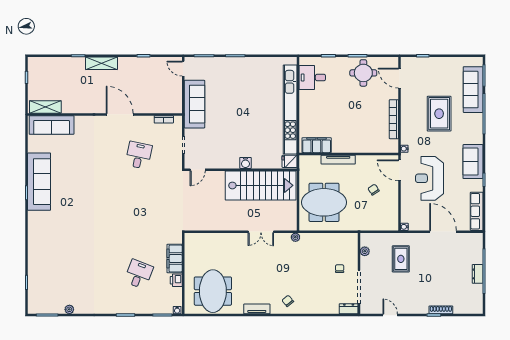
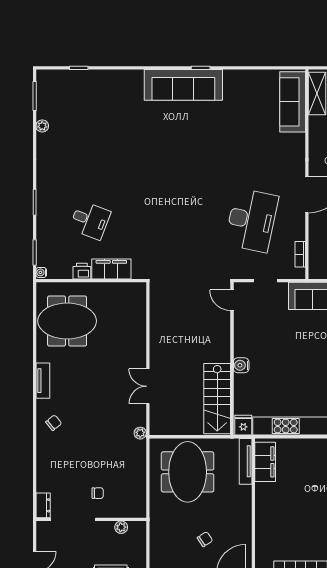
desk: (139, 155) -> (252, 220), width x1.87, depth x1.30
tv unit: (338, 160) -> (246, 461), moved
sofa: (39, 182) -> (183, 85), moved
stairs: (261, 185) -> (217, 399), width x0.73, depth x0.66

